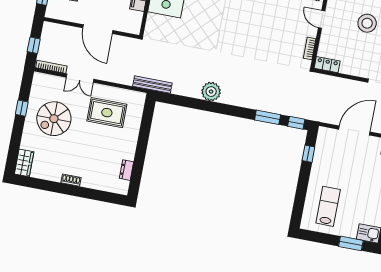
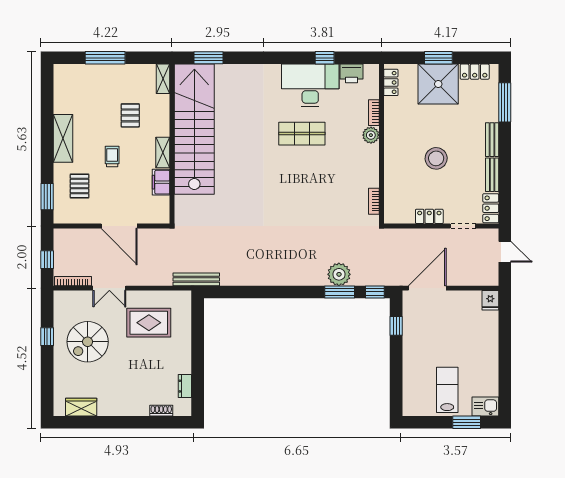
door: (322, 19) -> (381, 164), removed
locker: (327, 65) -> (429, 216), moved
plant: (211, 92) -> (339, 274), moved
door: (354, 131) -> (427, 288), moved
wardrobe: (24, 163) -> (81, 407), moved, turned -90
shoe rack: (71, 180) -> (161, 411), moved
lab bench: (328, 206) -> (447, 390), moved

